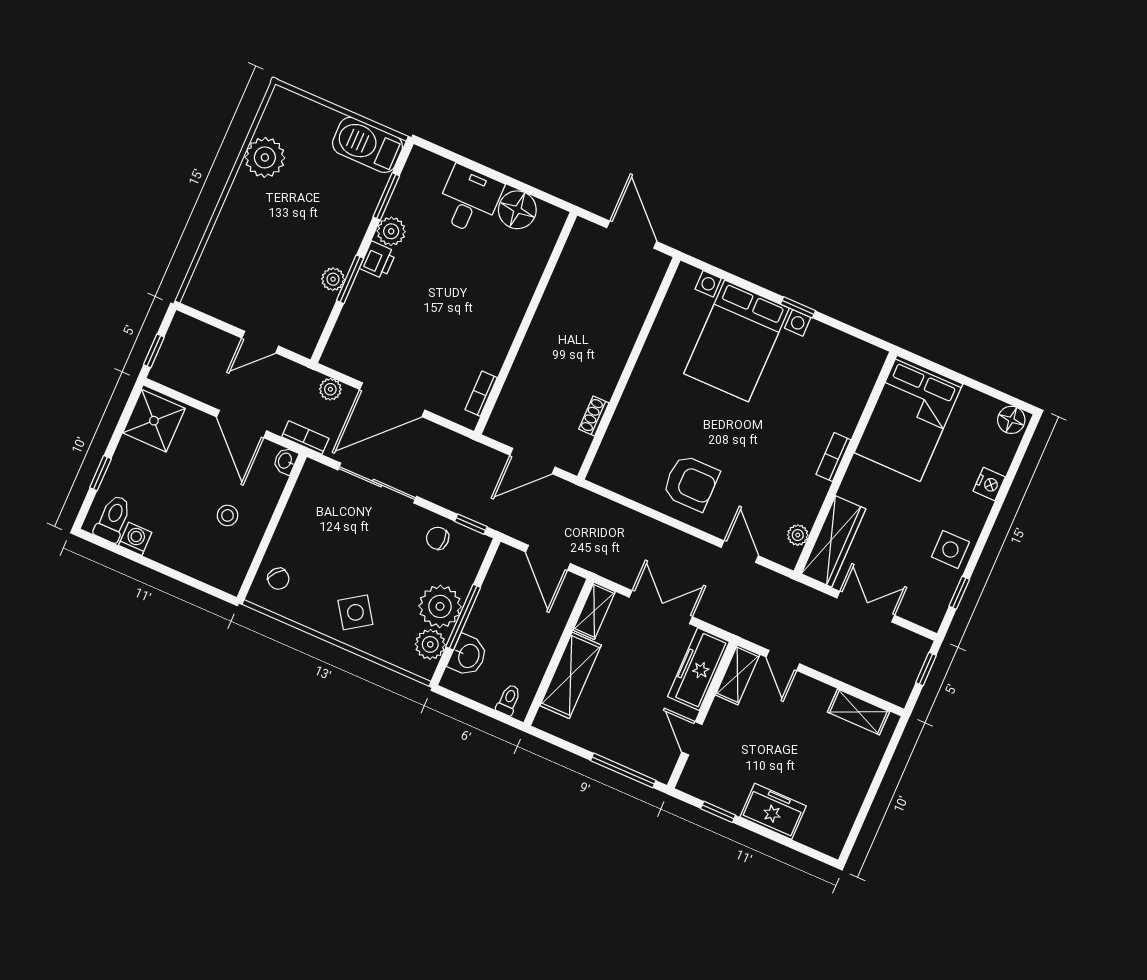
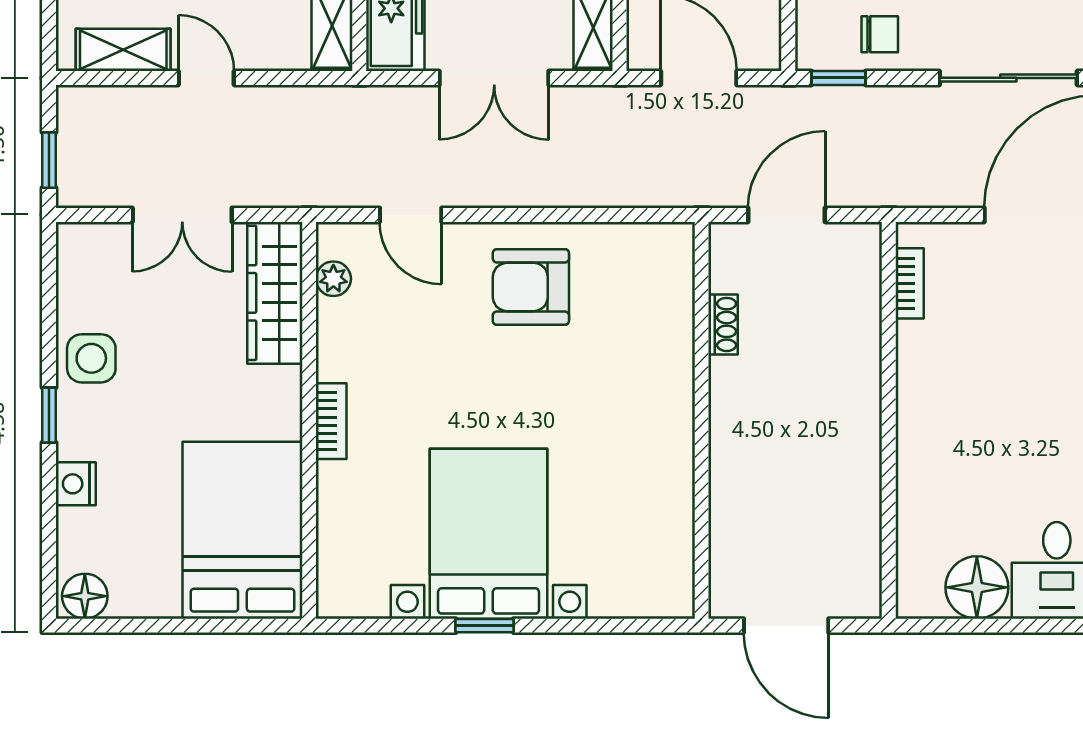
bed with nightstands: (737, 341) -> (489, 534), moved
window: (959, 593) -> (49, 415), moved
door: (783, 660) -> (206, 78), moved

